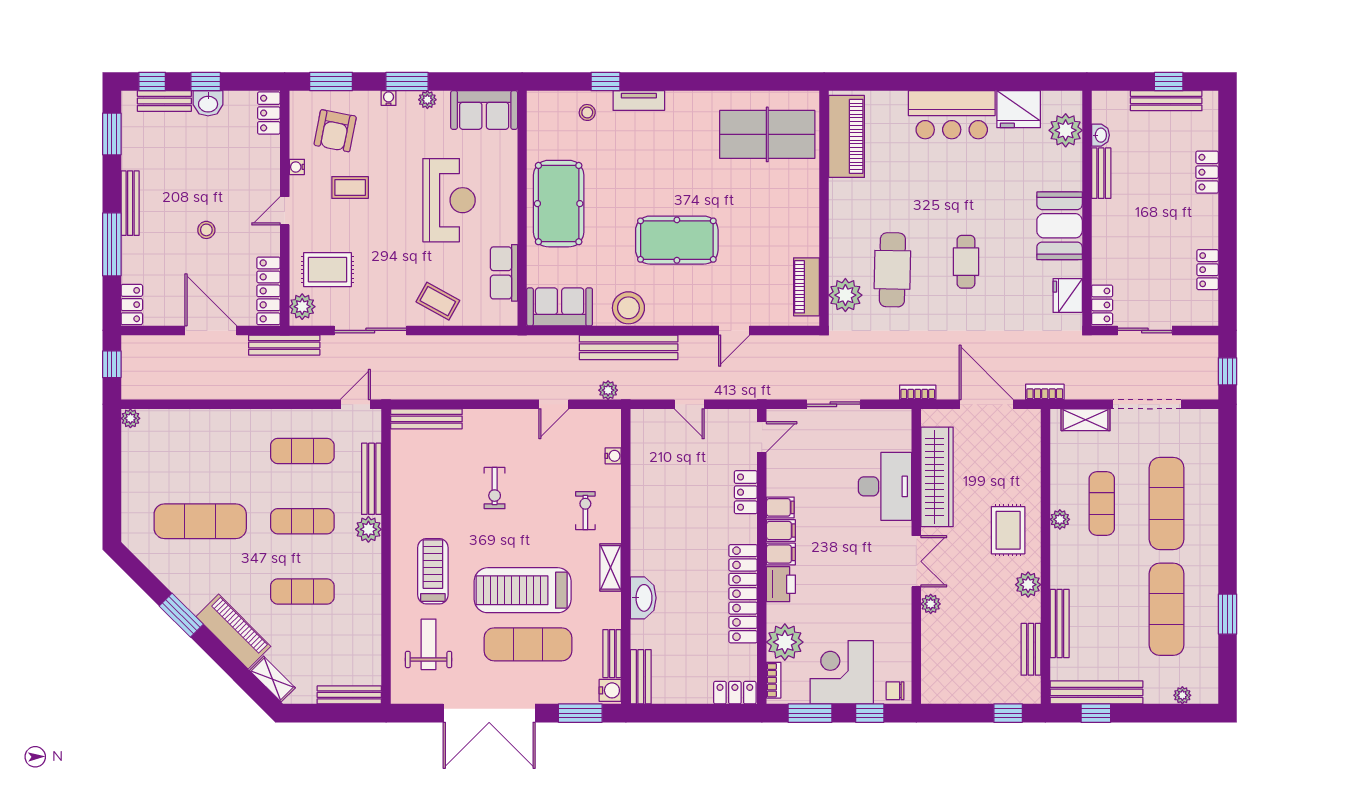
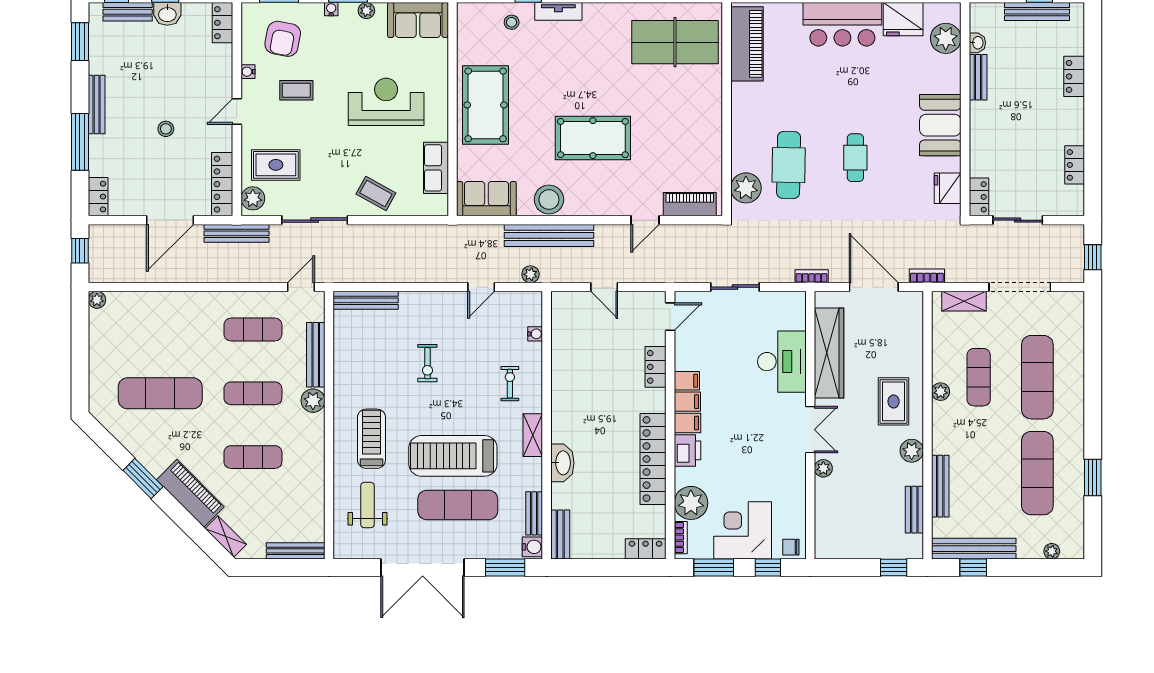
reception desk: (449, 200) -> (386, 102), turned -90
piano: (807, 287) -> (690, 204), moved, turned 90
door: (211, 330) -> (170, 220), swing flipped

